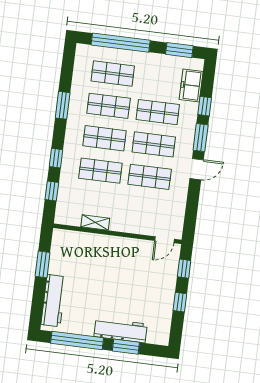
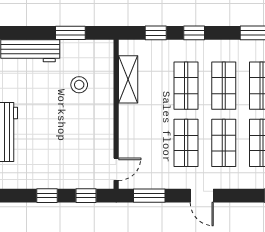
window: (201, 138) -> (149, 196), moved
shelving: (95, 223) -> (128, 79), width x1.50, depth x1.33
door: (165, 240) -> (116, 169), swing flipped
stool: (88, 262) -> (79, 85), added

